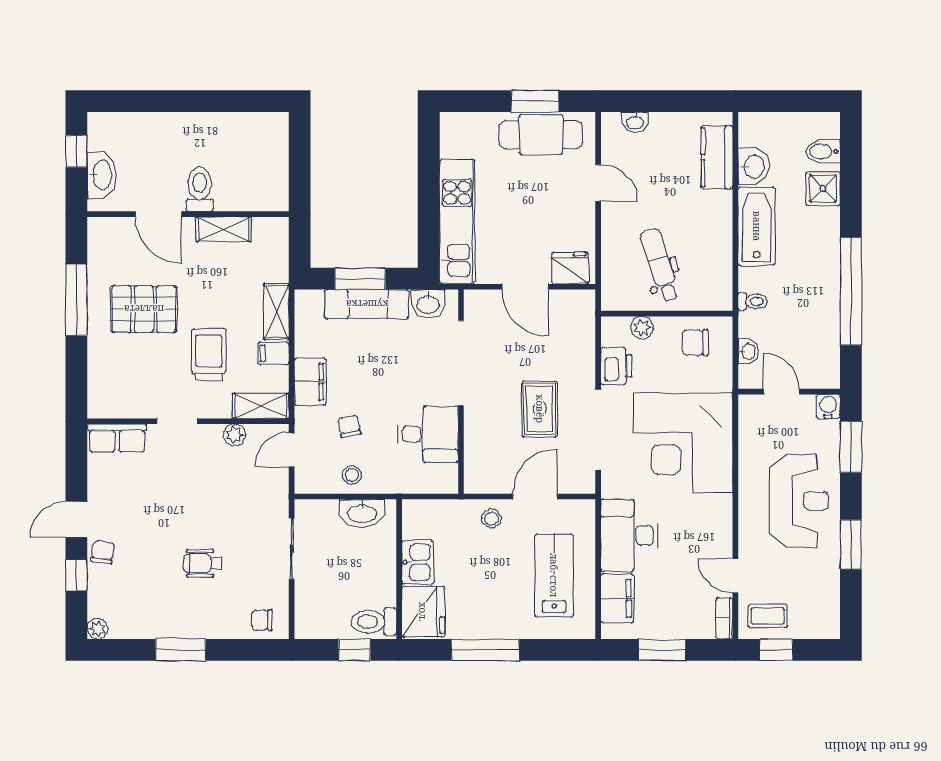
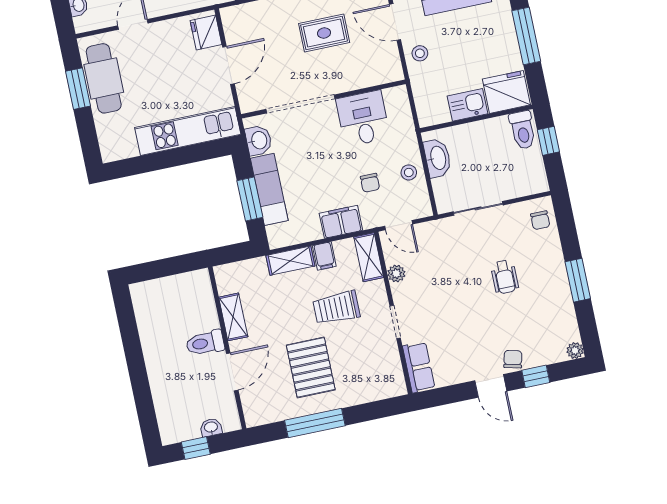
washbasin: (102, 175) -> (211, 427), width x0.52, depth x0.69
chair: (349, 426) -> (370, 183), turned -80
chair: (103, 552) -> (513, 359), turned 95

